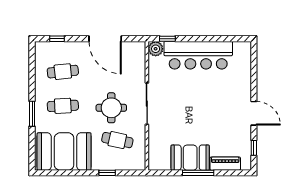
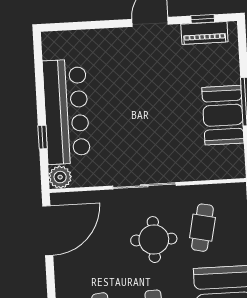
door: (105, 39) -> (48, 231), moved
window: (167, 39) -> (43, 137), moved
piano: (225, 164) -> (204, 33), moved, turned -90

